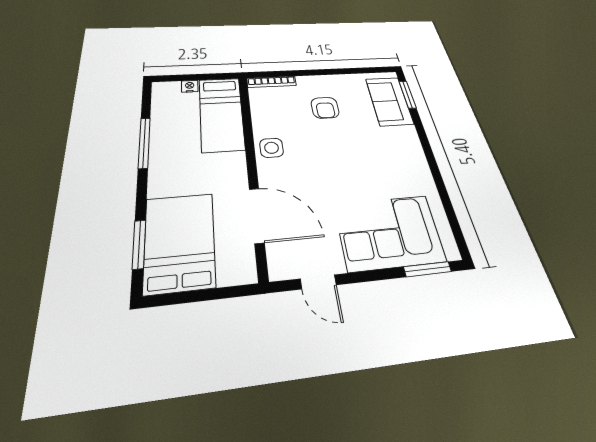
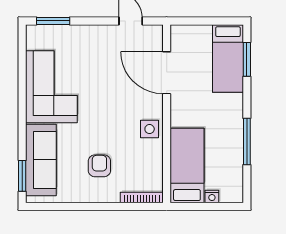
sofa: (389, 101) -> (41, 160), width x1.36
corner sofa: (389, 232) -> (51, 87), moved, turned -90
bed: (180, 242) -> (228, 58), width x0.67

